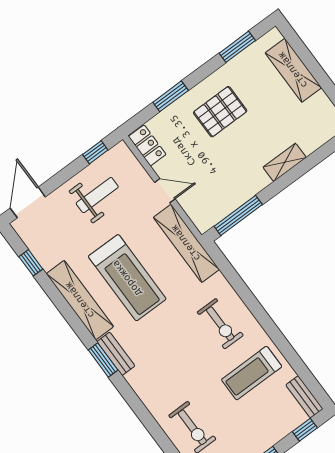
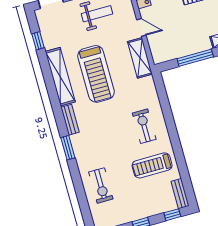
window: (238, 215) -> (195, 58), moved
shelving: (186, 243) -> (140, 58), width x0.68
exercise bike: (220, 324) -> (144, 126), turned 180
window: (103, 360) -> (68, 148), moved

